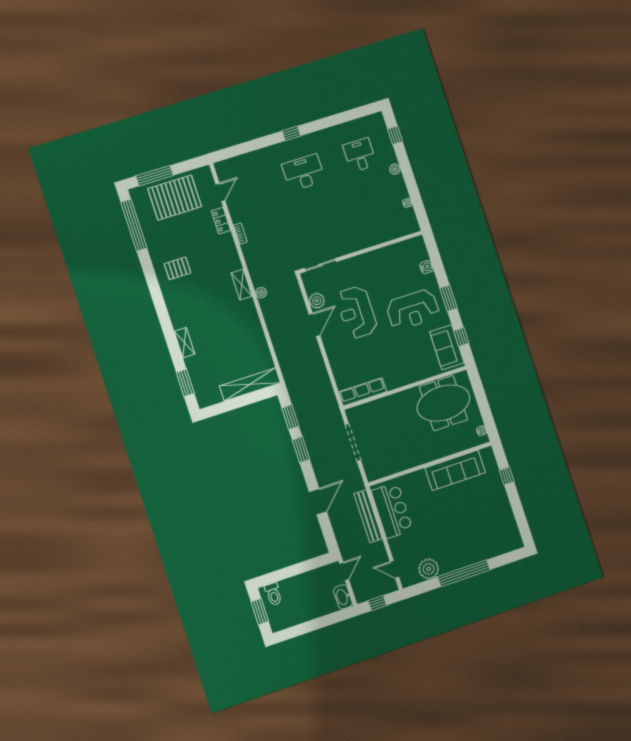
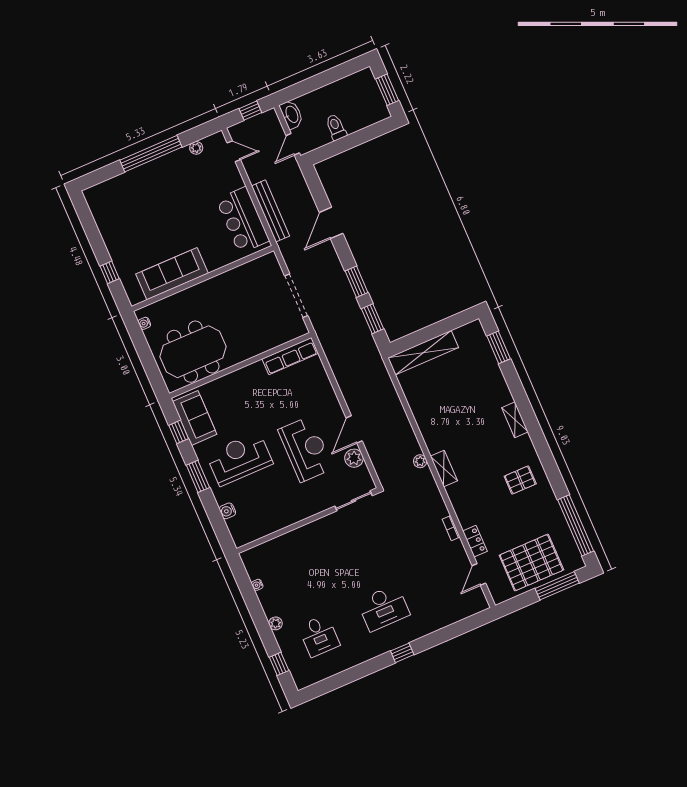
shelving: (185, 343) -> (515, 420), moved
plant: (429, 569) -> (196, 148), width x0.53, depth x0.53
toilet: (273, 594) -> (336, 127), moved

